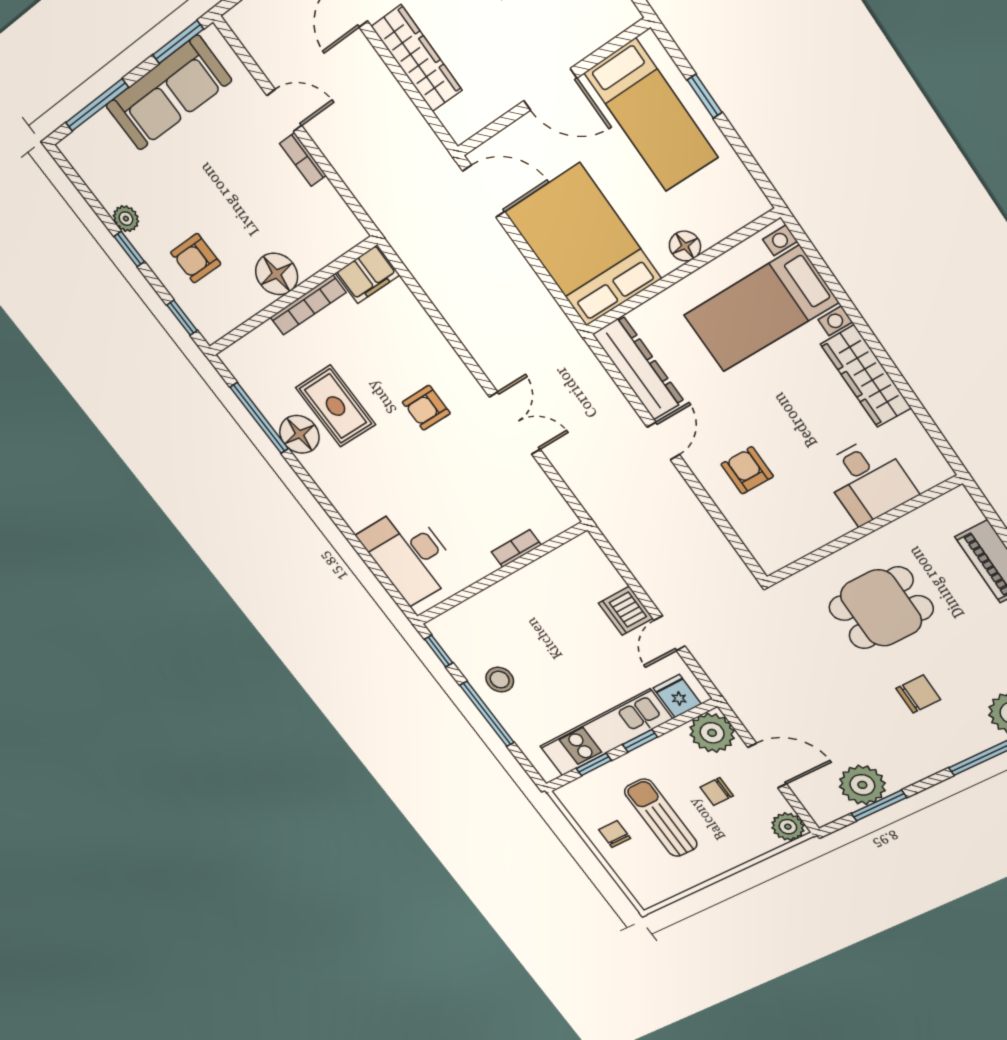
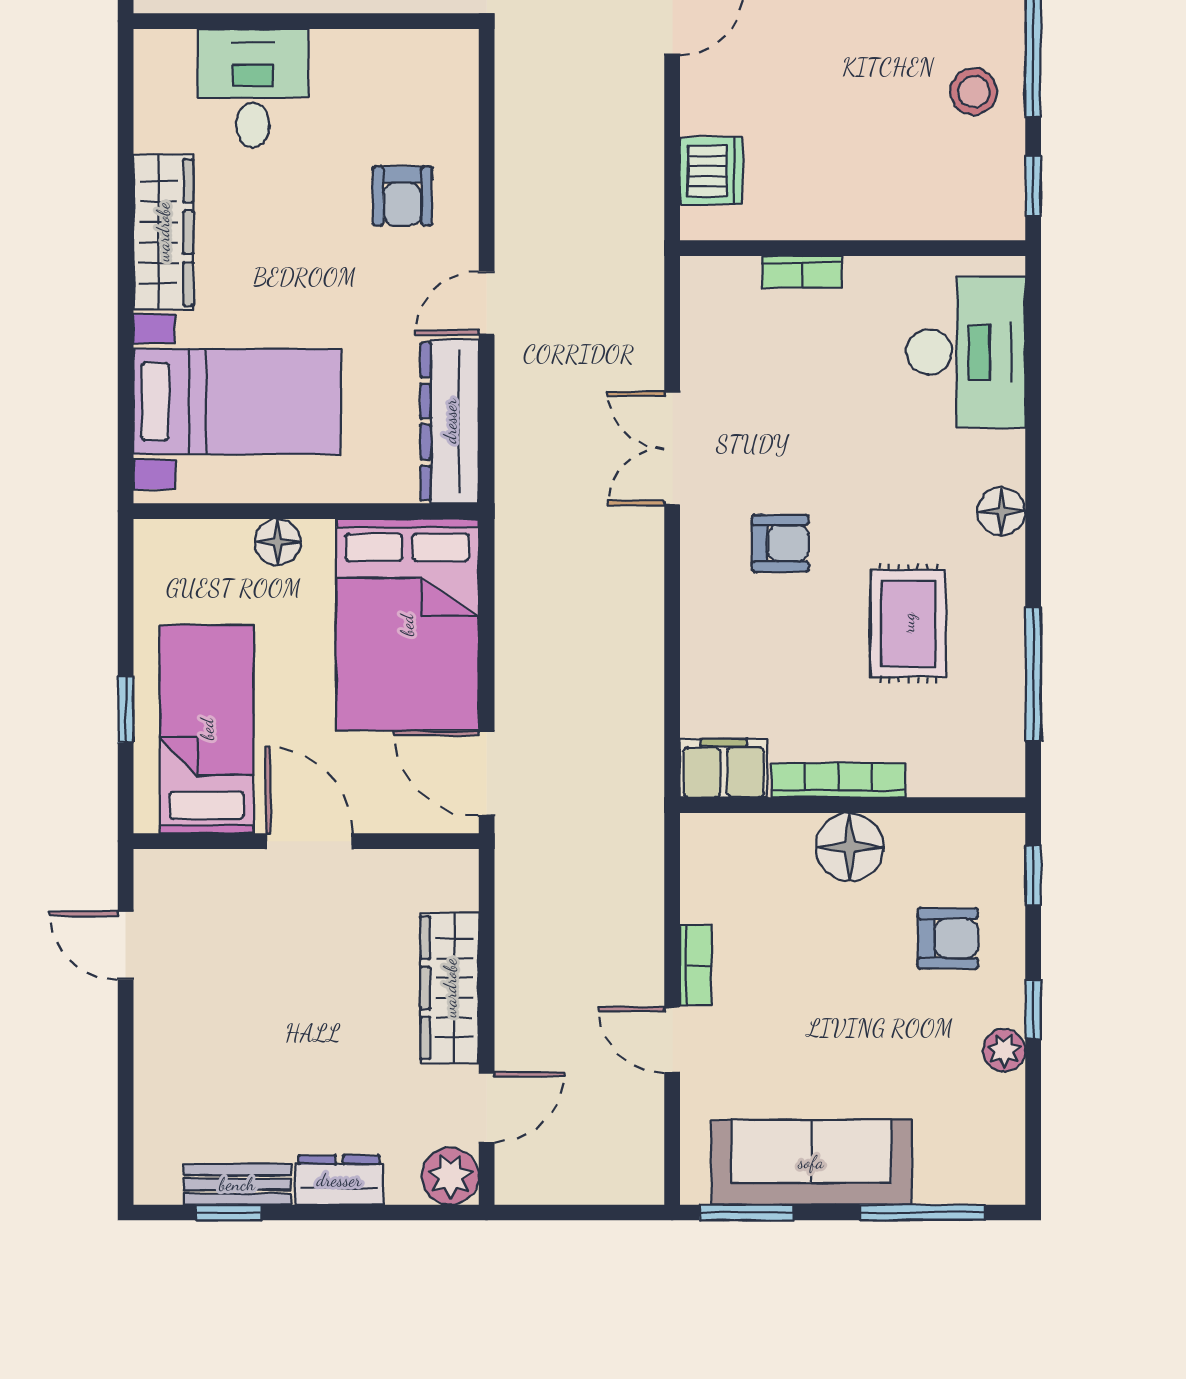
floor lamp: (299, 434) -> (1001, 511), moved, width x0.73, depth x0.73
dishwasher: (626, 611) -> (711, 171), moved

